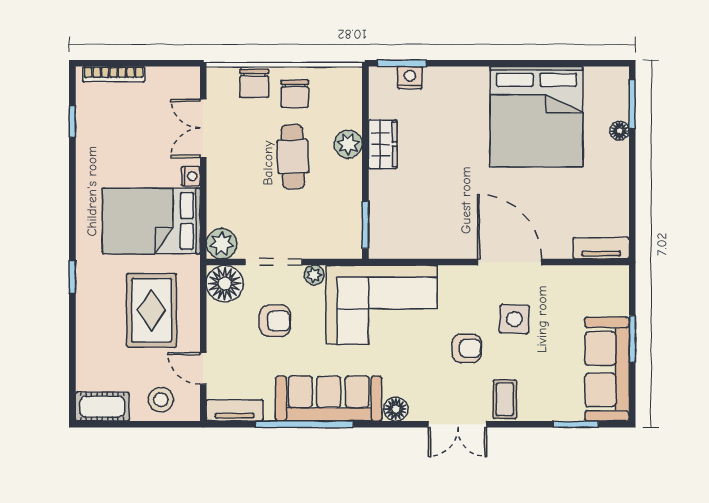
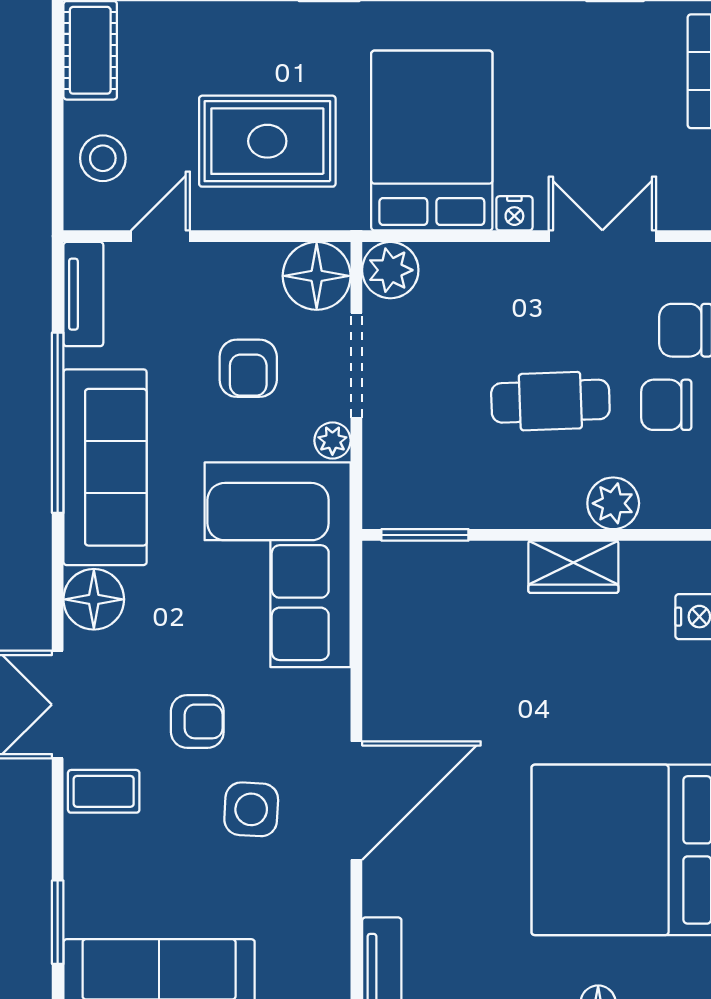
plant: (348, 144) -> (613, 503), moved
armchair: (467, 348) -> (197, 721), turned -90
floor lamp: (396, 409) -> (94, 599), width x1.38, depth x1.38

